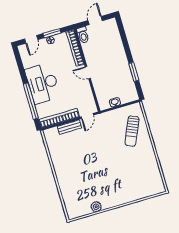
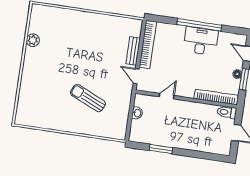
door: (88, 72) -> (167, 96), moved
desk: (43, 83) -> (201, 41), width x0.73, depth x0.77
window: (31, 101) -> (199, 25), moved
sun lounger: (132, 131) -> (88, 98), moved

